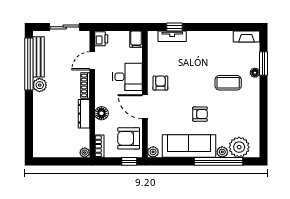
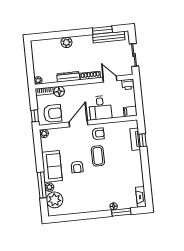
window: (29, 64) -> (102, 30), width x0.47
coffee table: (228, 83) -> (98, 156), moved
plant: (40, 85) -> (66, 42), moved
floor lamp: (101, 113) -> (59, 92), moved
armchair: (129, 138) -> (53, 113), turned 90
sofa: (189, 146) -> (52, 166), width x0.73
window: (219, 161) -> (42, 185), width x0.68

